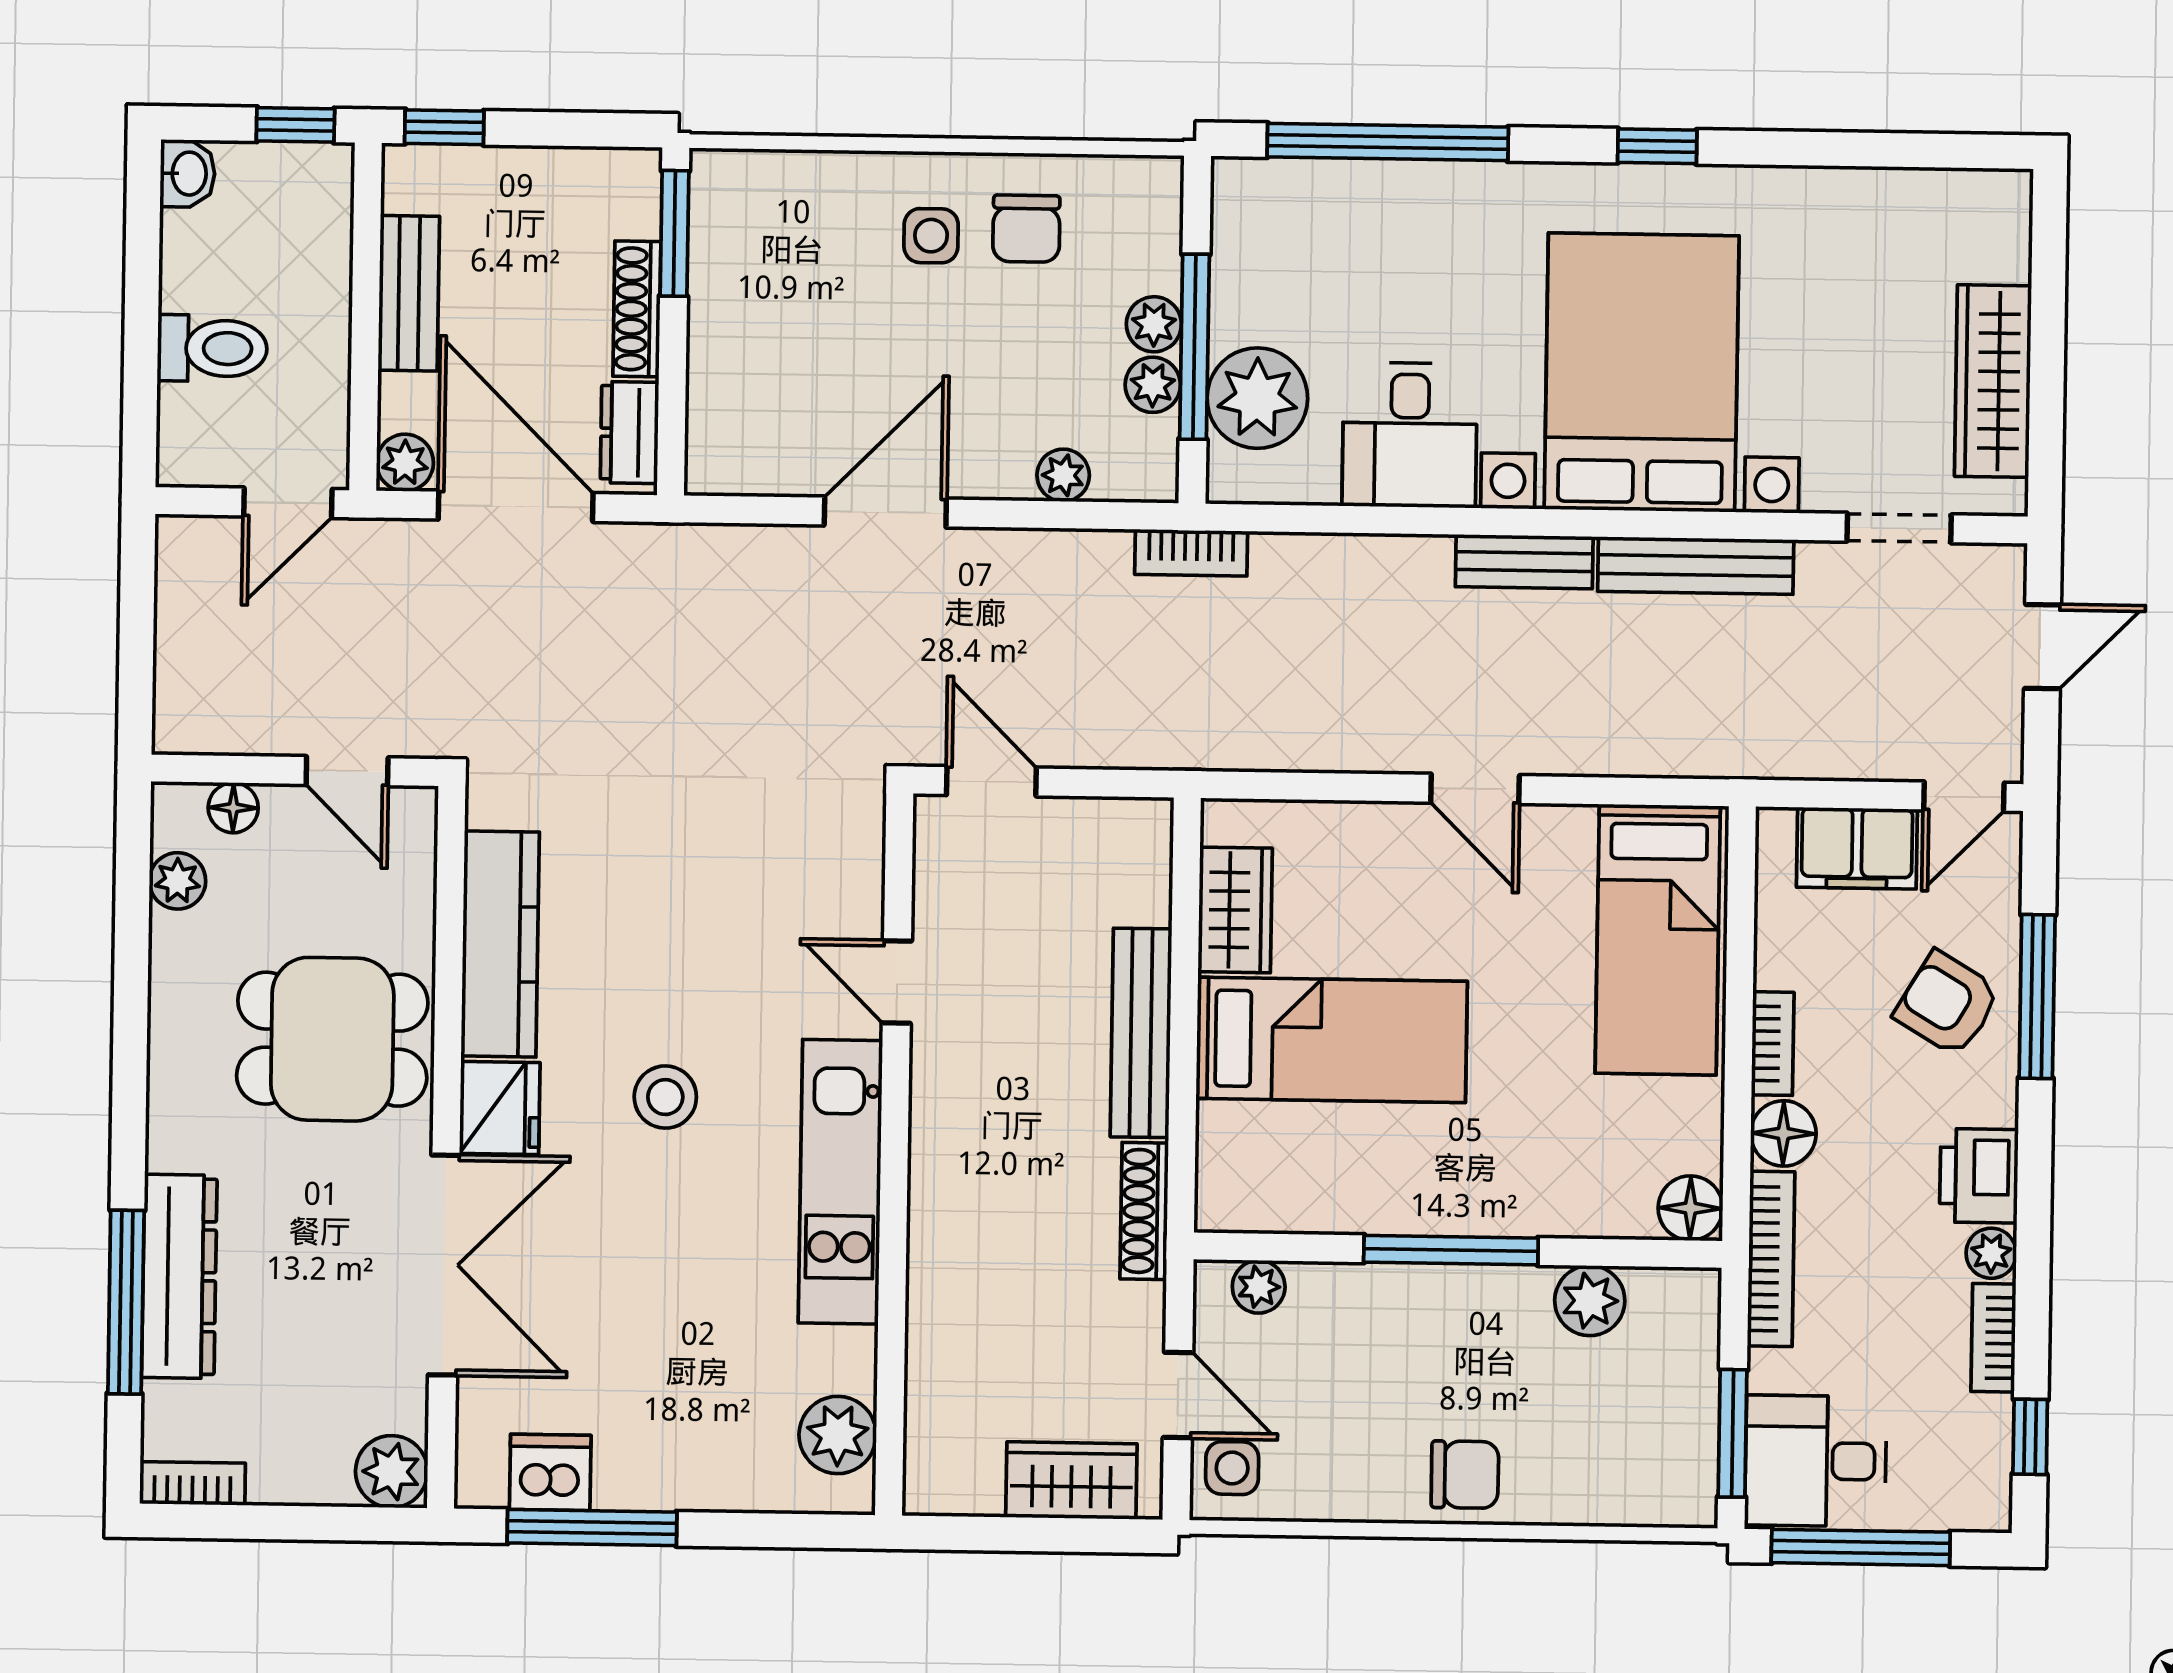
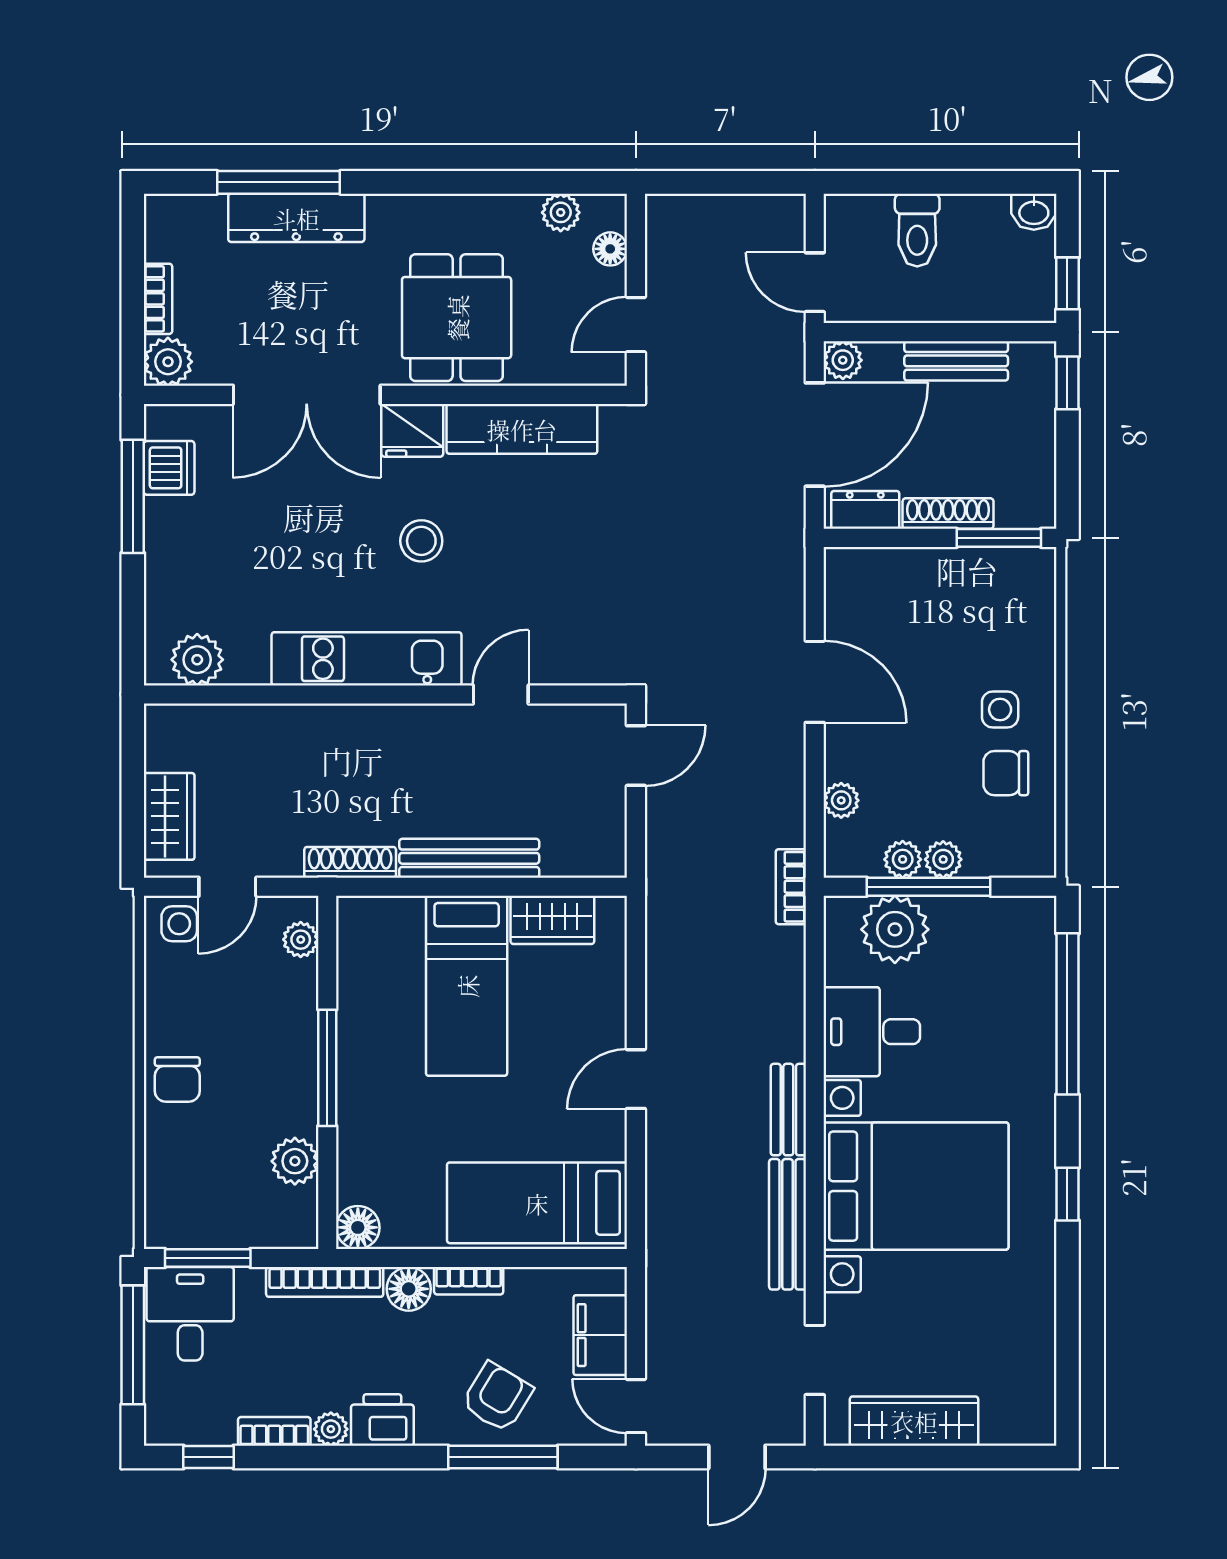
door: (2043, 647) -> (737, 1457), hinge flipped
bookcase: (192, 1483) -> (158, 299), moved

